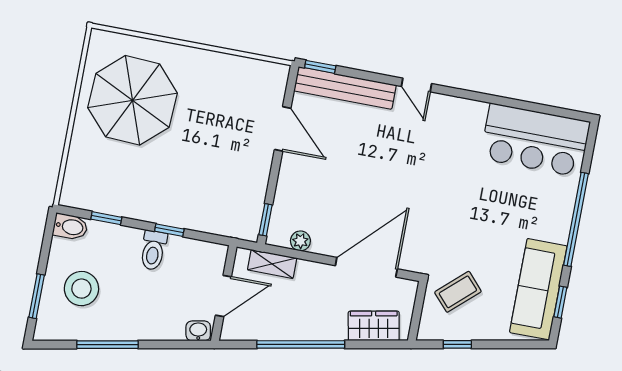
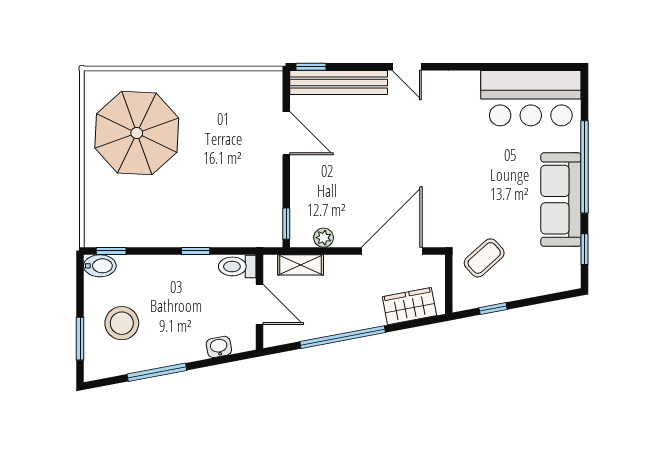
window: (106, 218) -> (111, 251), moved
toilet: (153, 250) -> (237, 266), moved, turned 90
sofa: (538, 289) -> (561, 200), moved
door: (223, 296) -> (260, 304), hinge flipped
washbasin: (198, 331) -> (219, 347), moved

